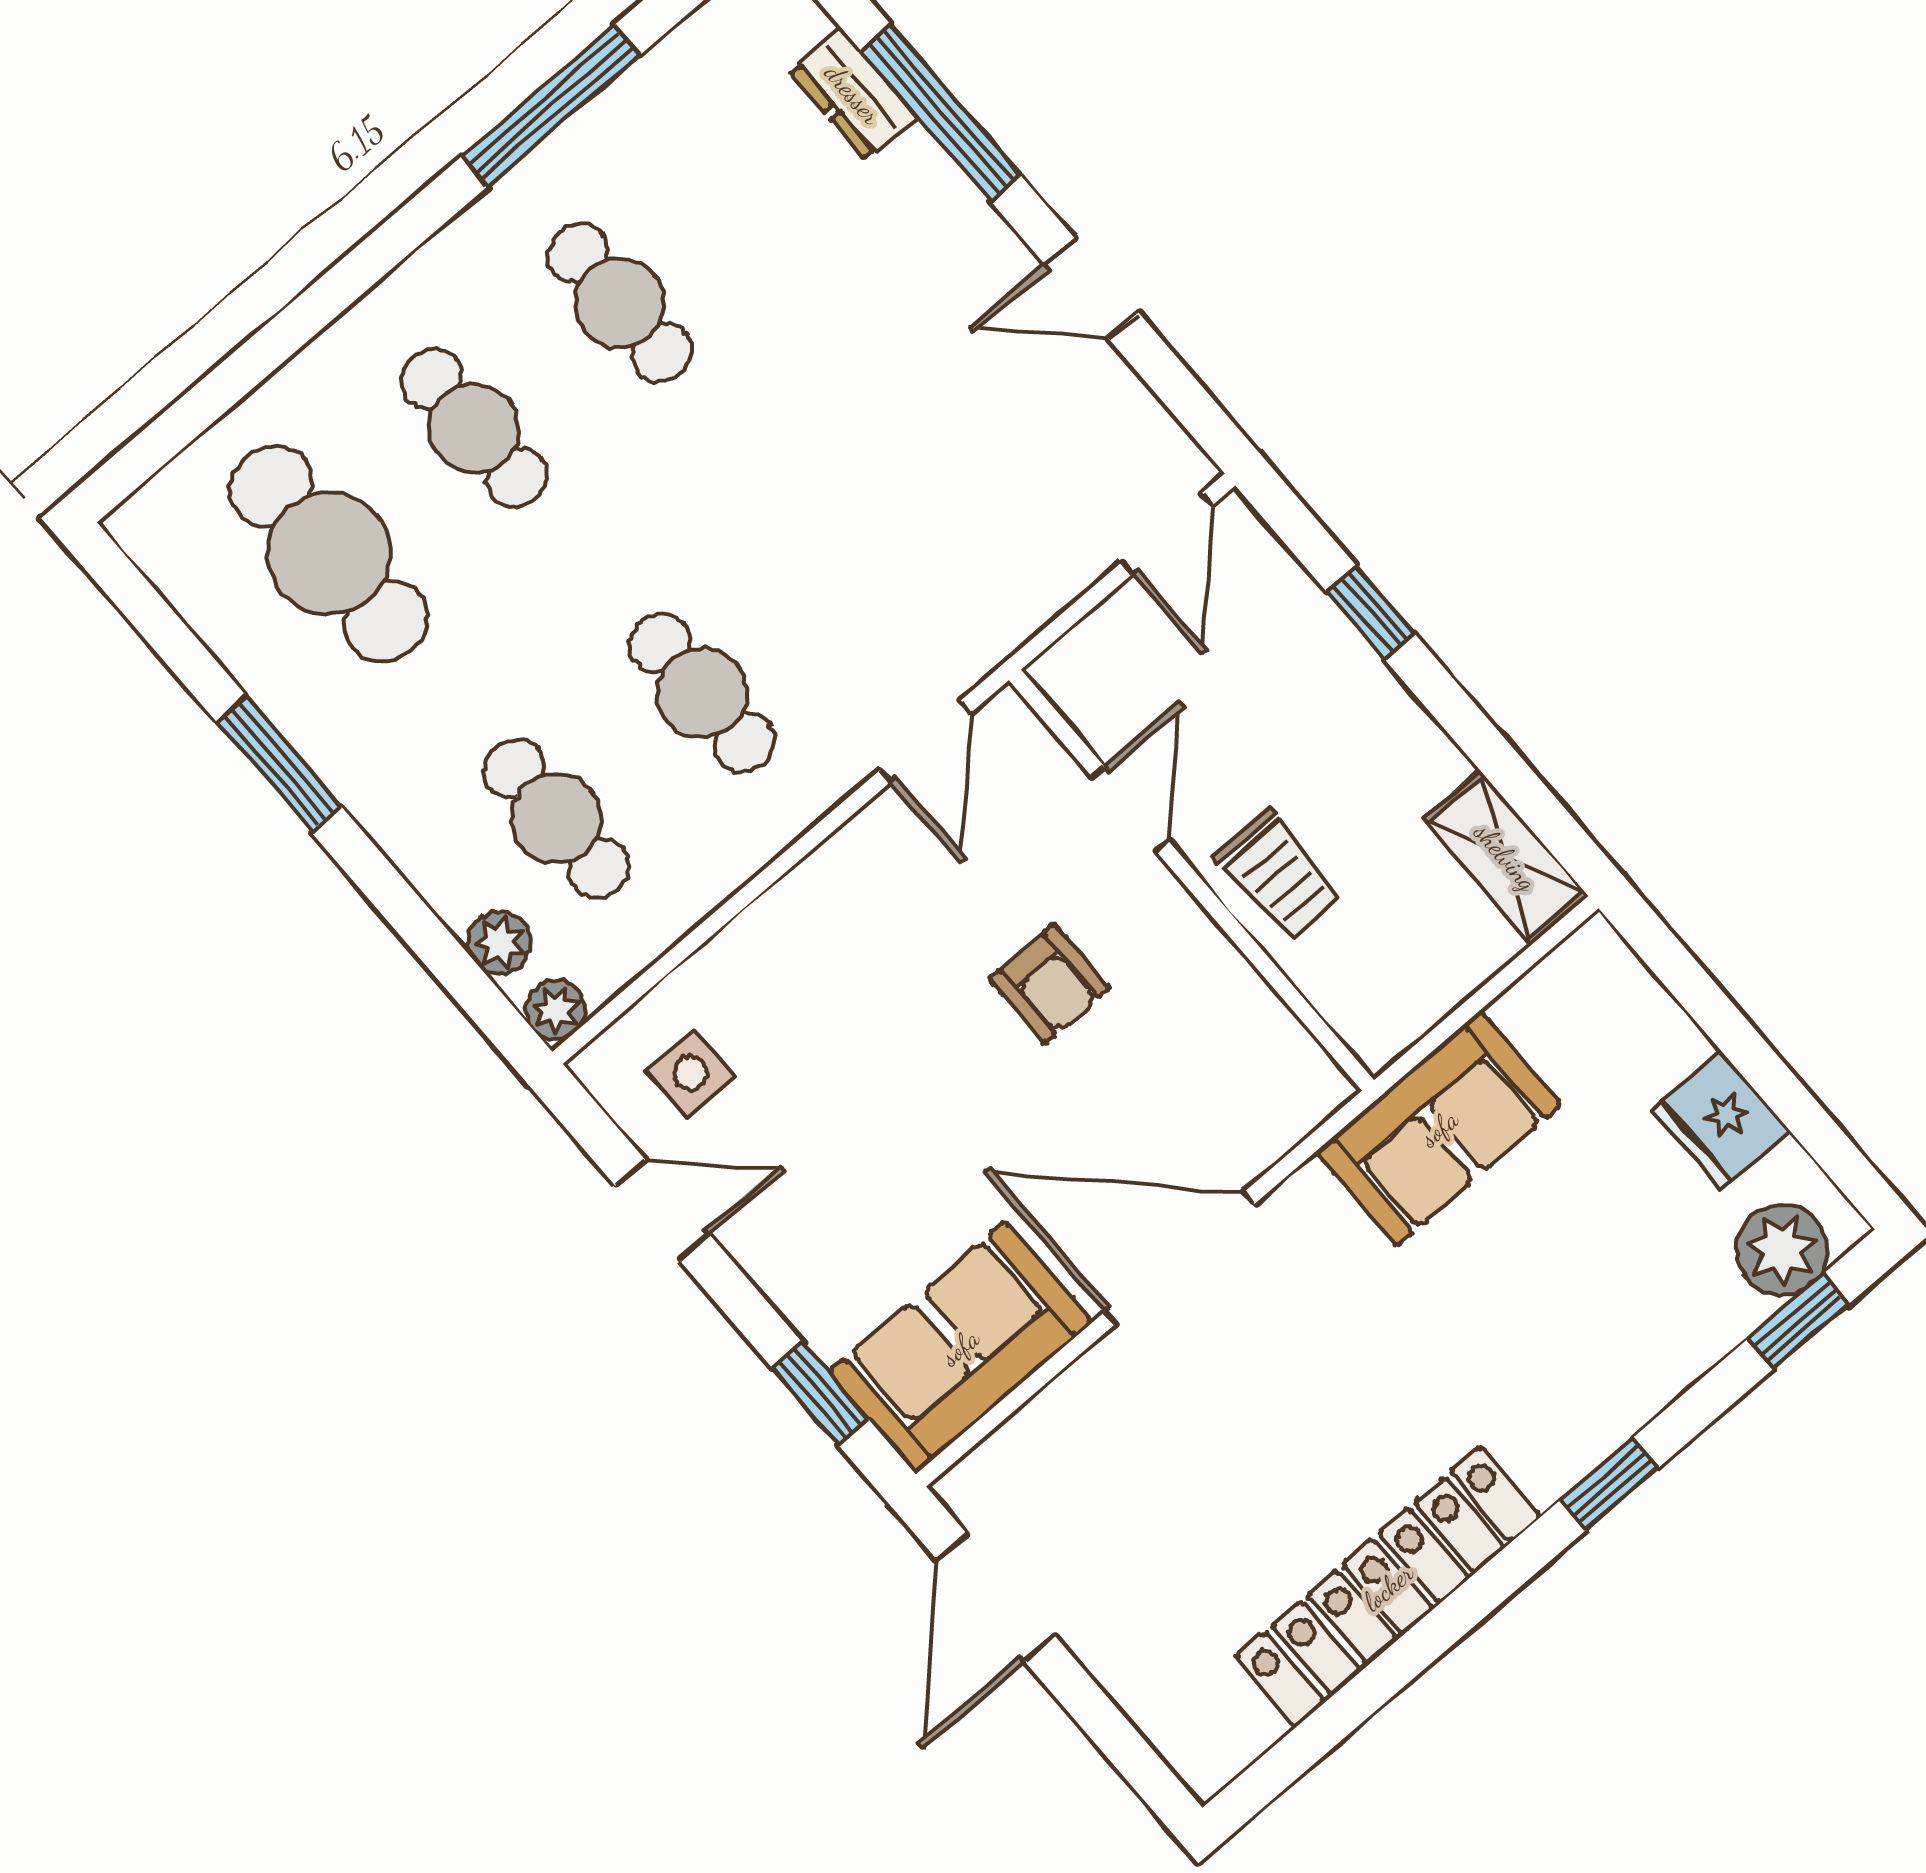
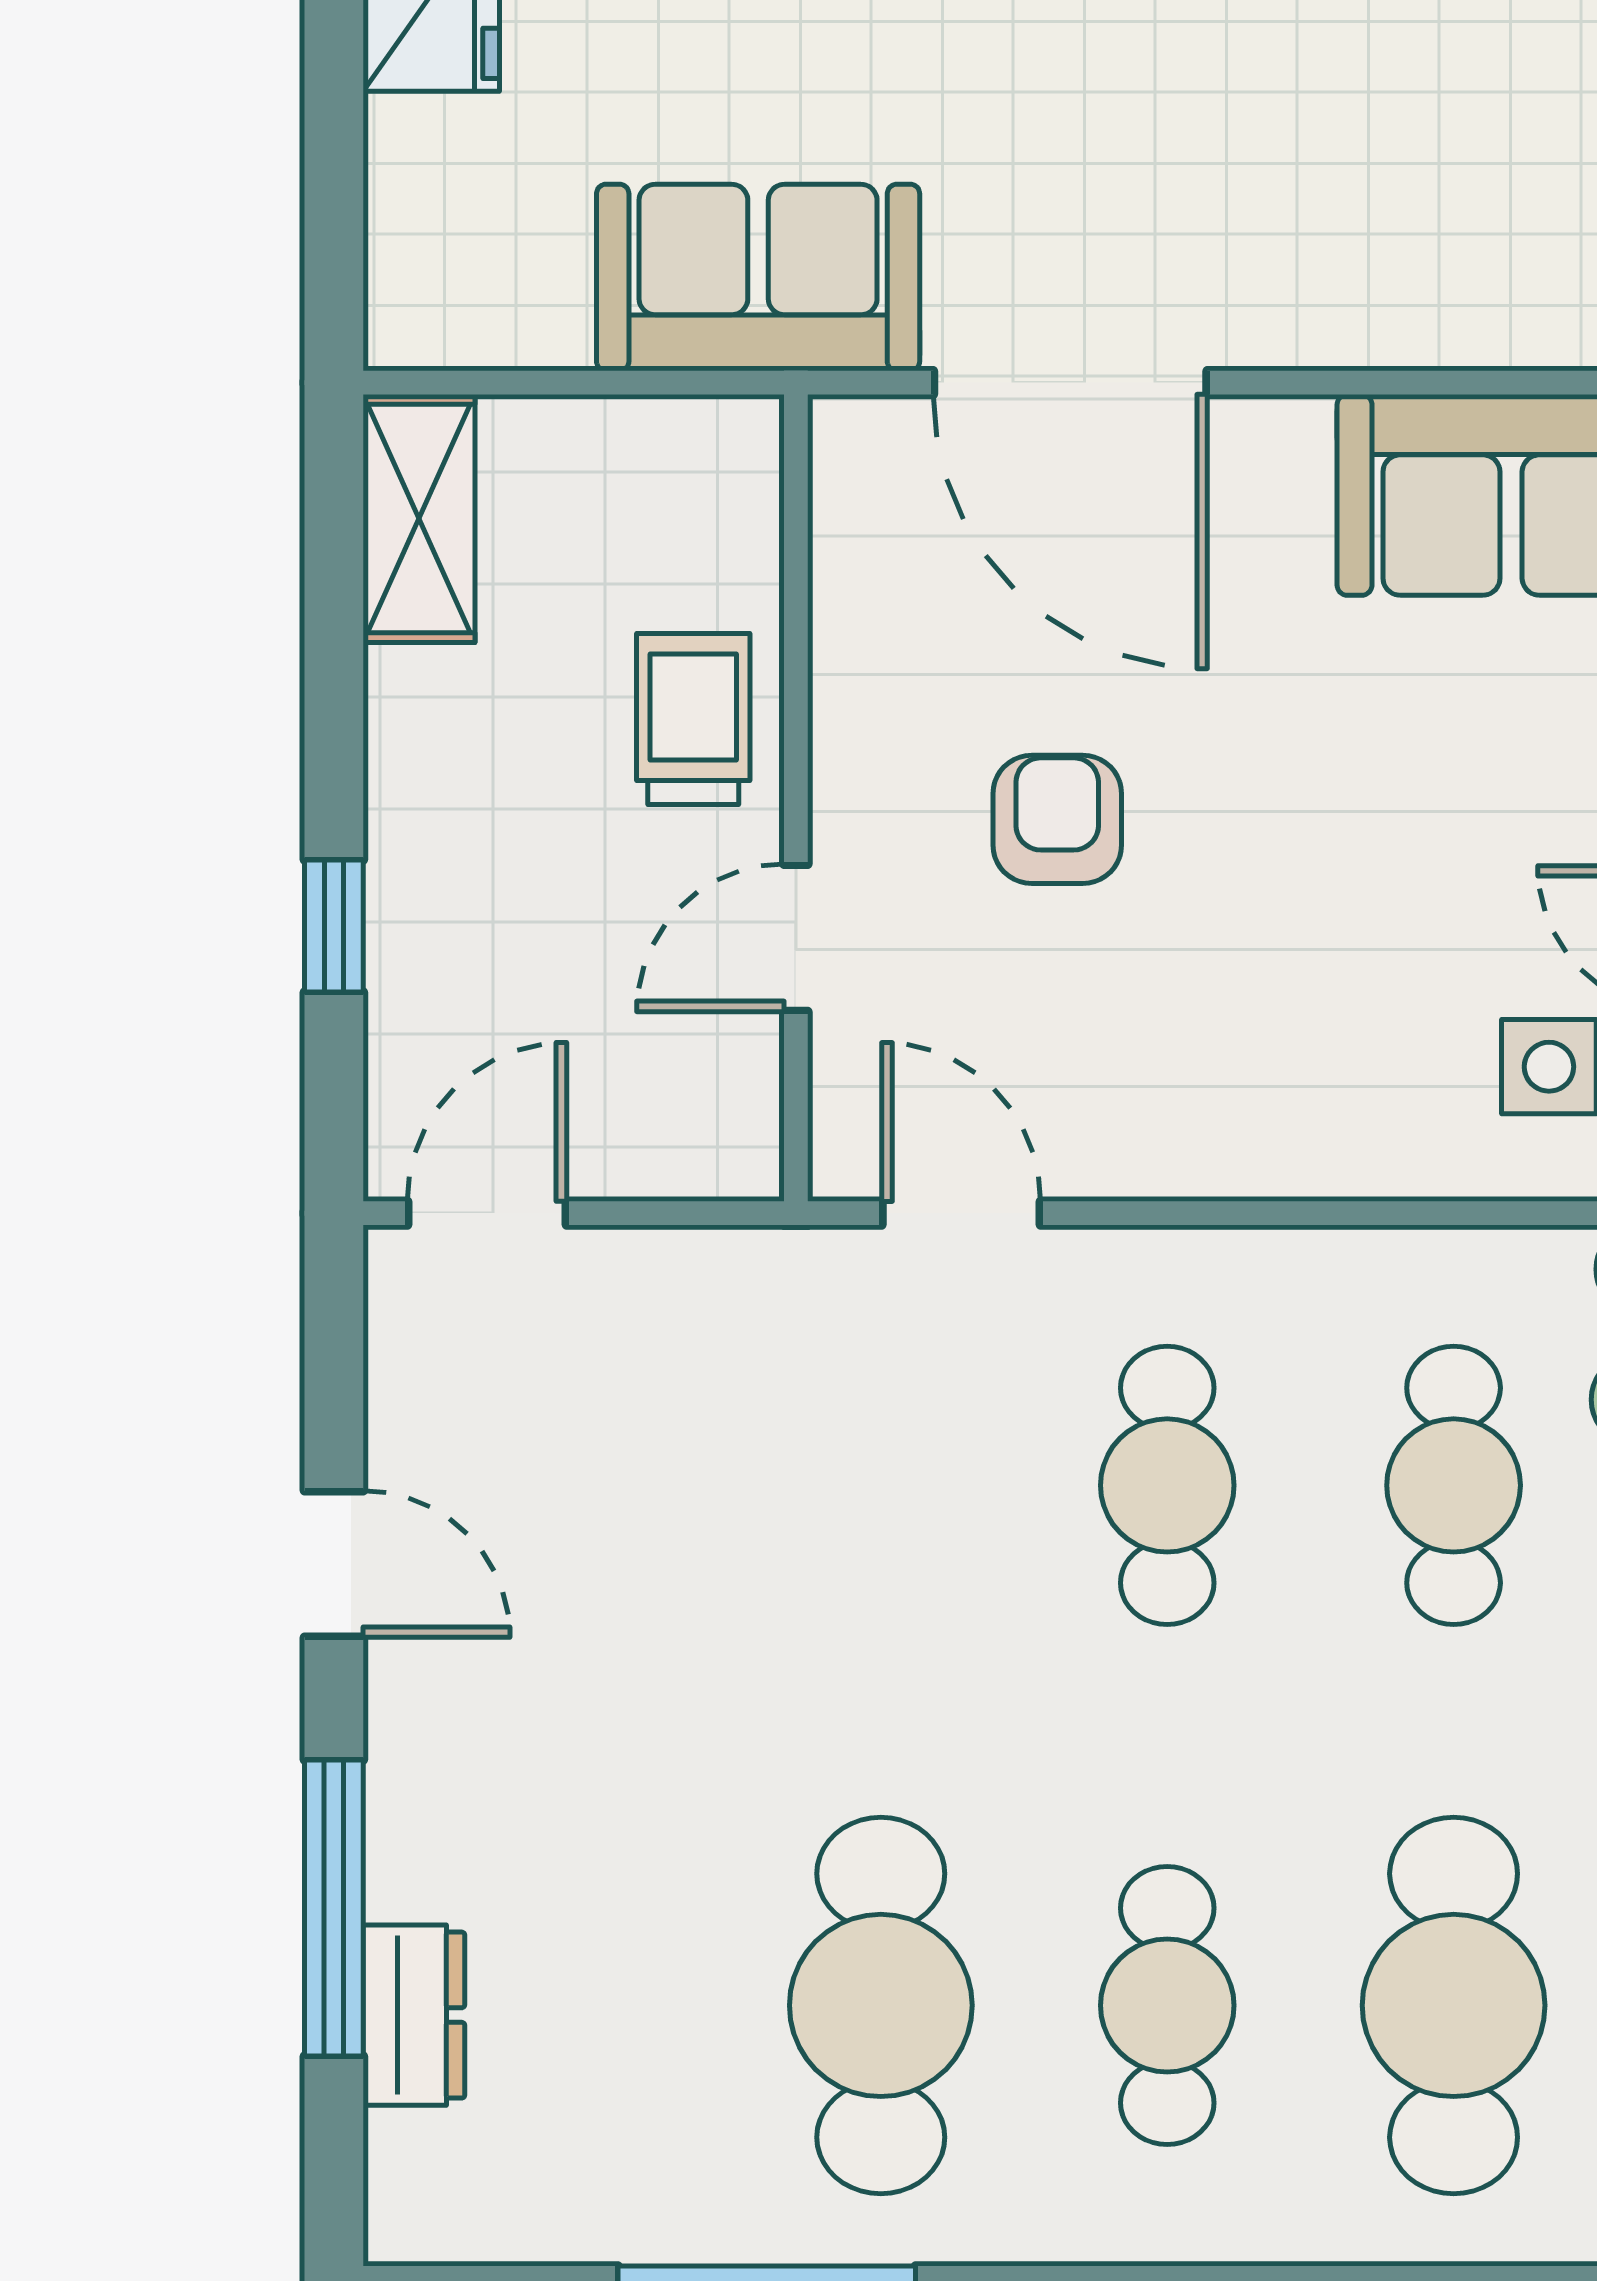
cafe table: (620, 303) -> (881, 2005), width x1.37, depth x1.35
door: (926, 741) -> (961, 1213), hinge flipped
door: (1180, 1258) -> (1070, 383), moved

